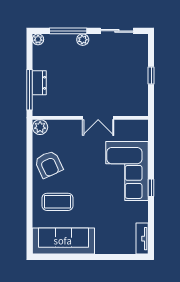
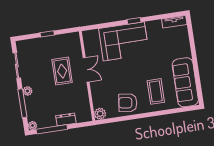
rug: (101, 87) -> (62, 71), added
window: (30, 90) -> (52, 129), moved
armchair: (49, 164) -> (128, 103), turned -147

